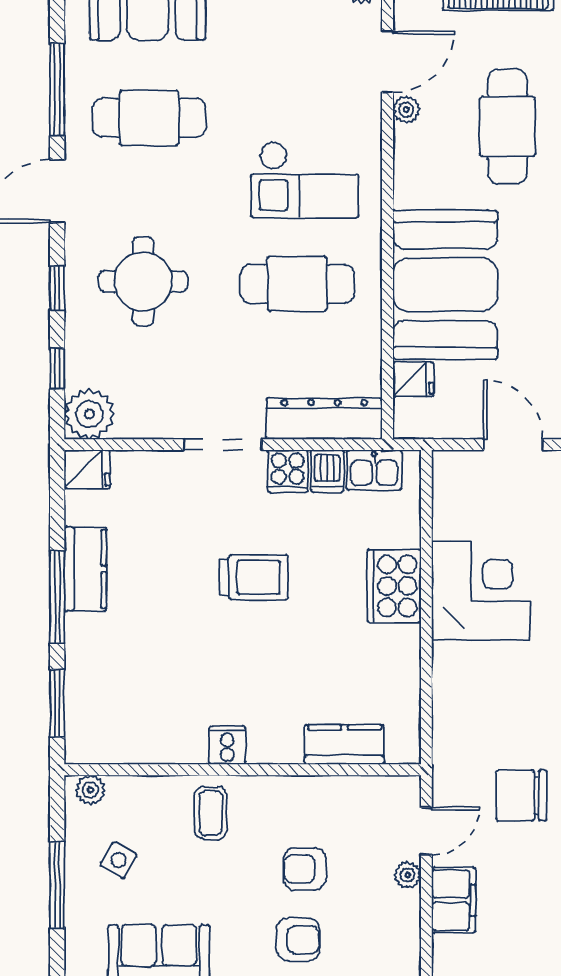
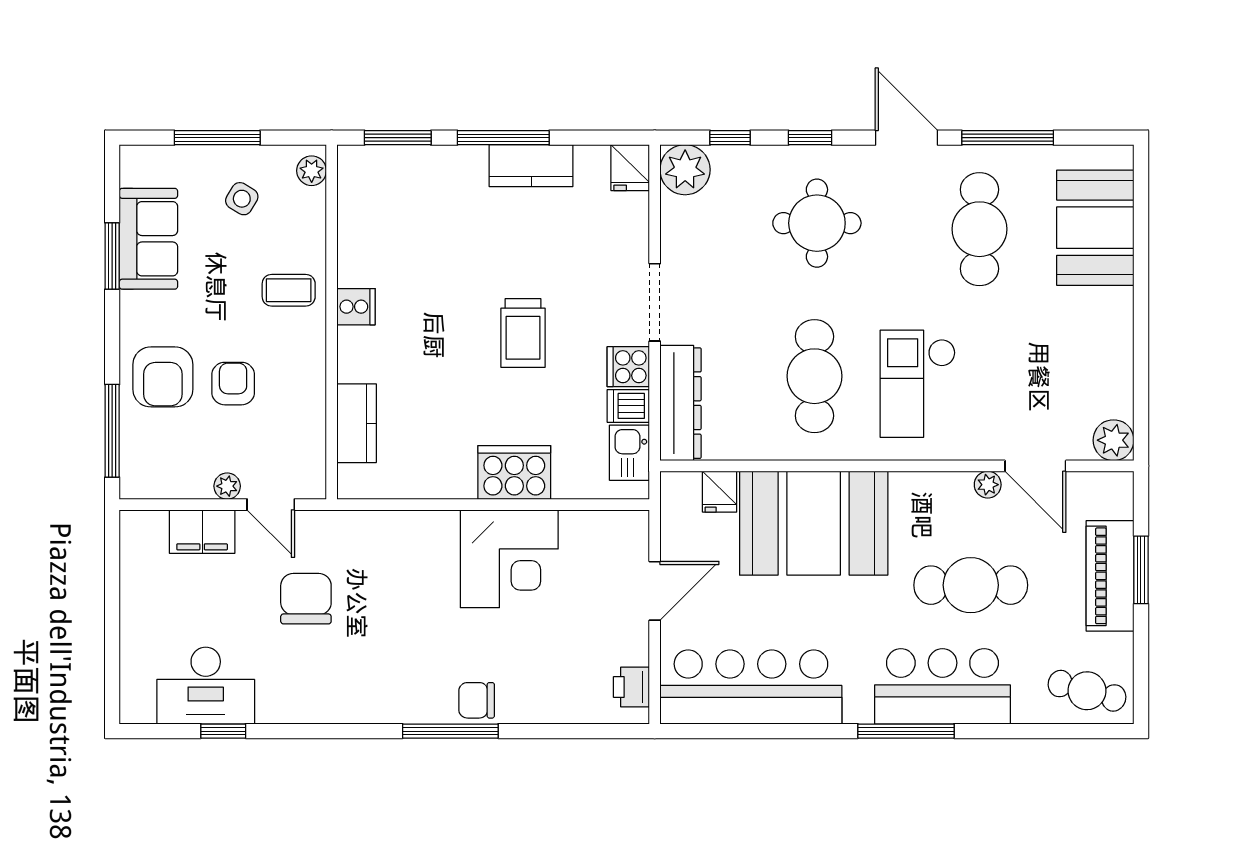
armchair: (298, 940) -> (163, 377), width x1.38, depth x1.38

